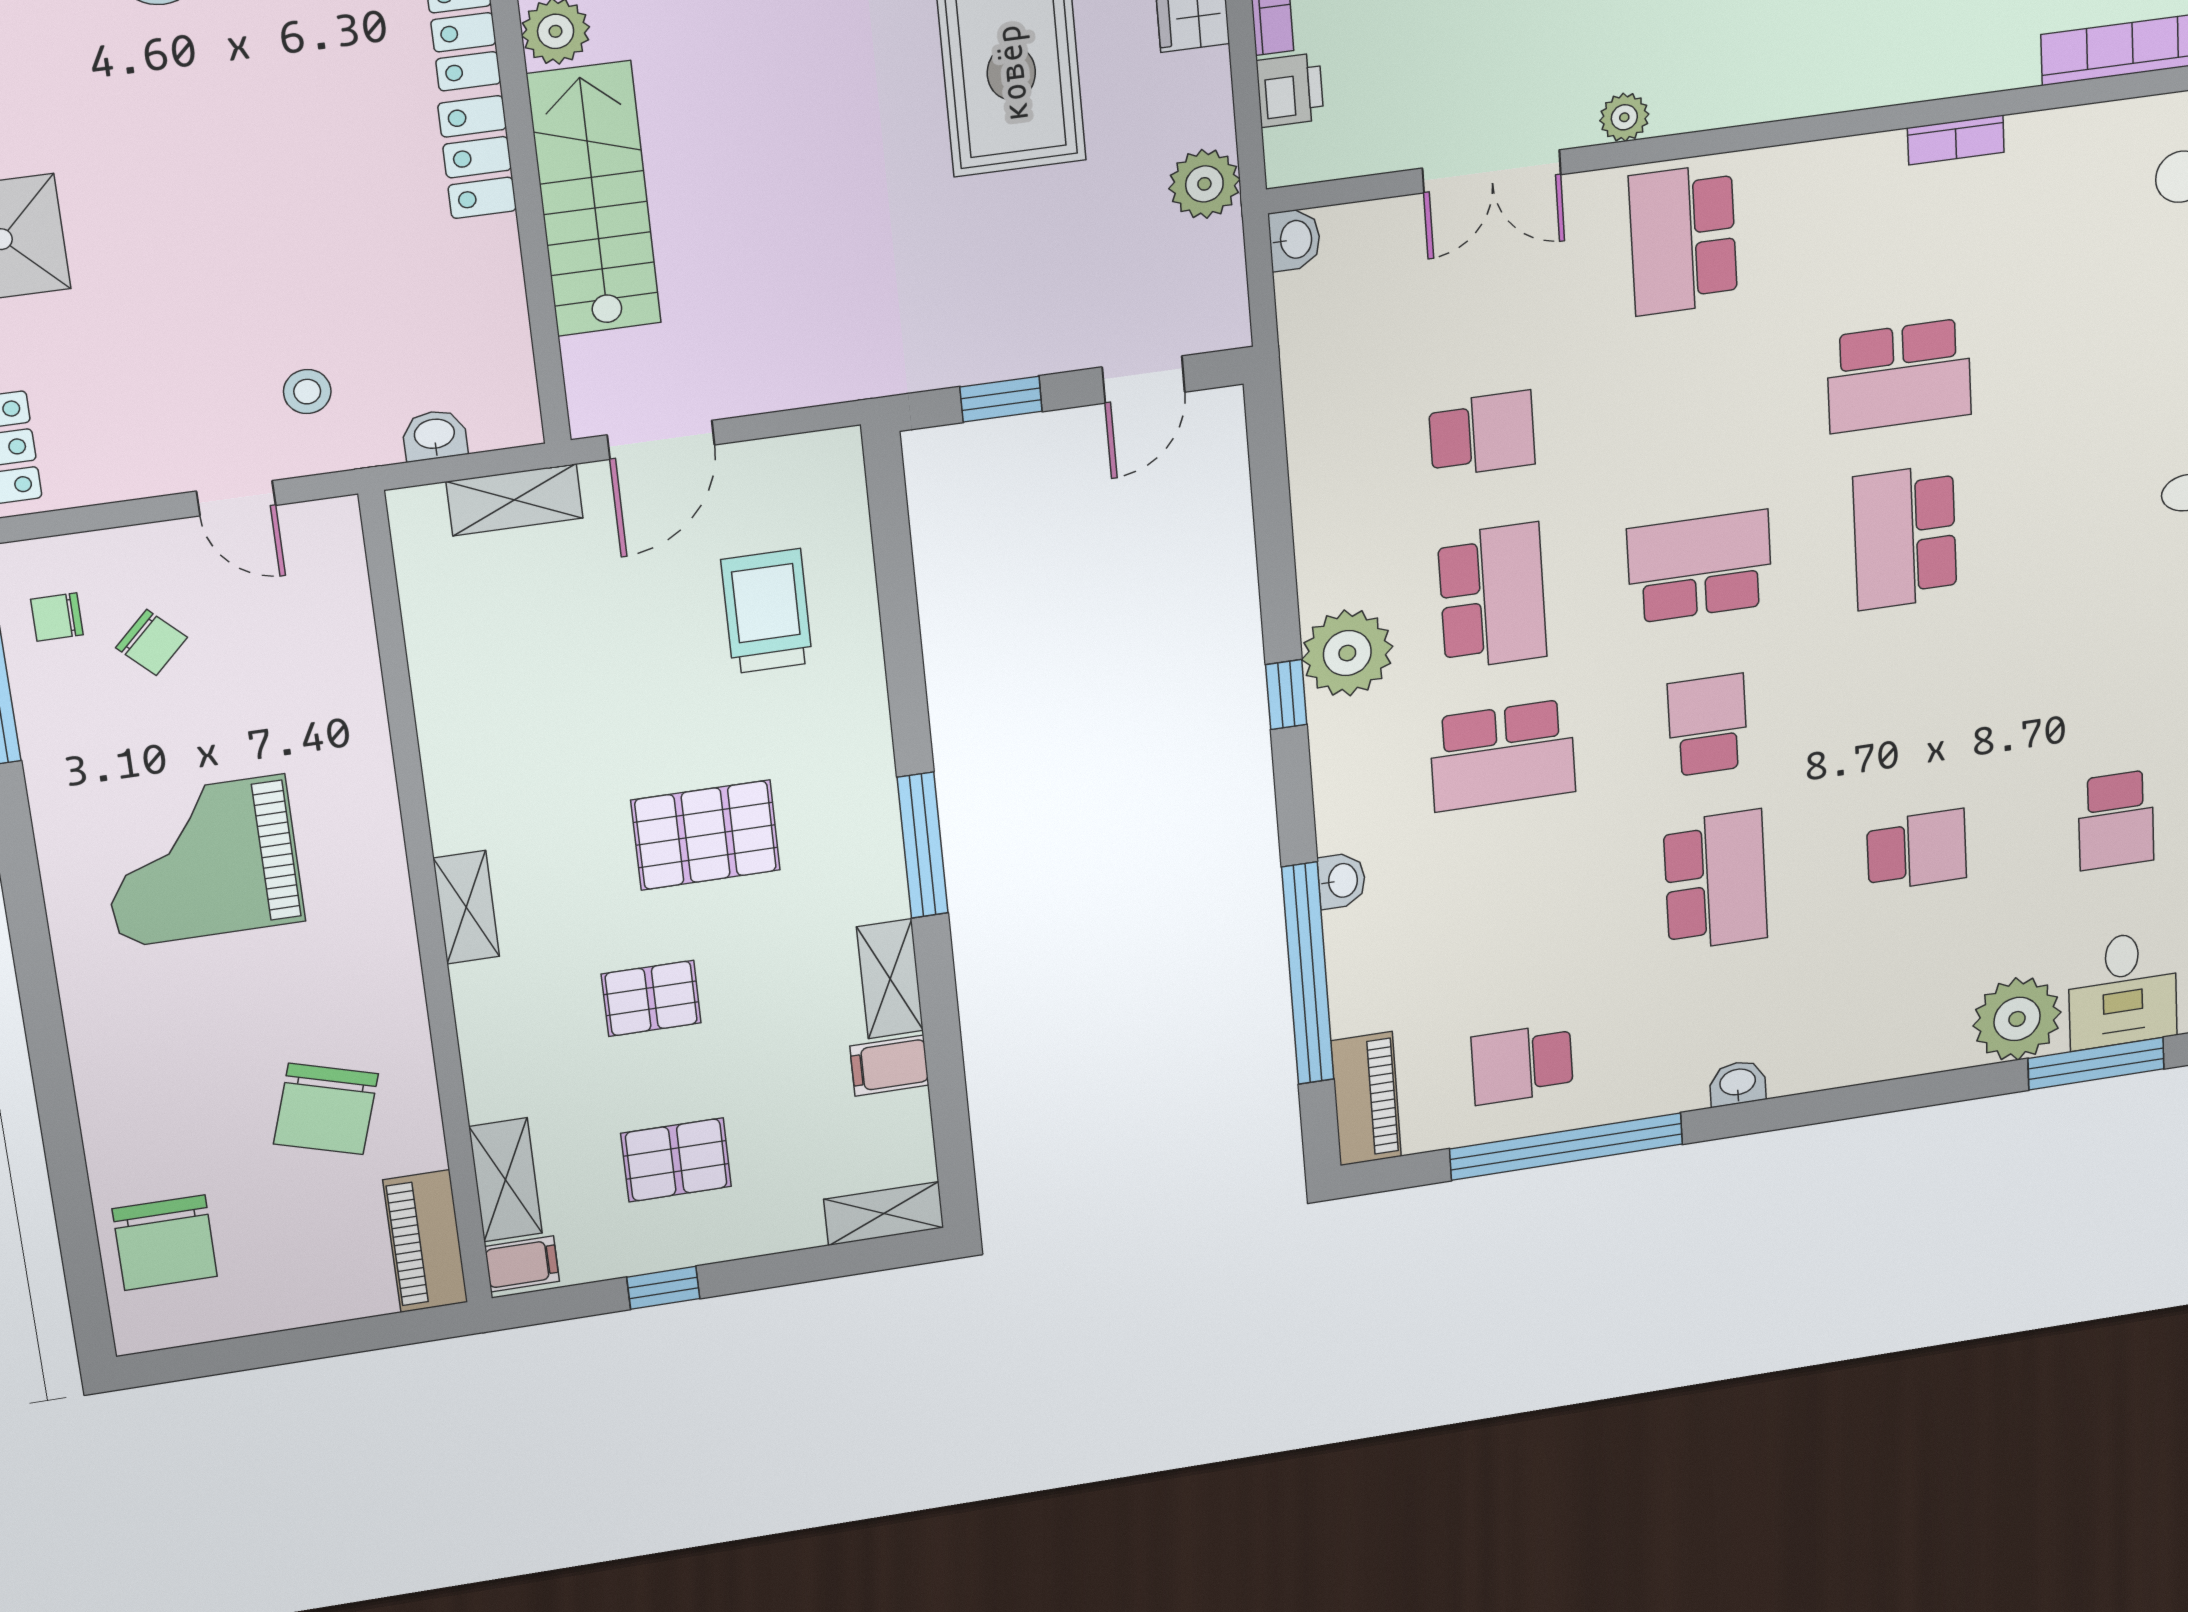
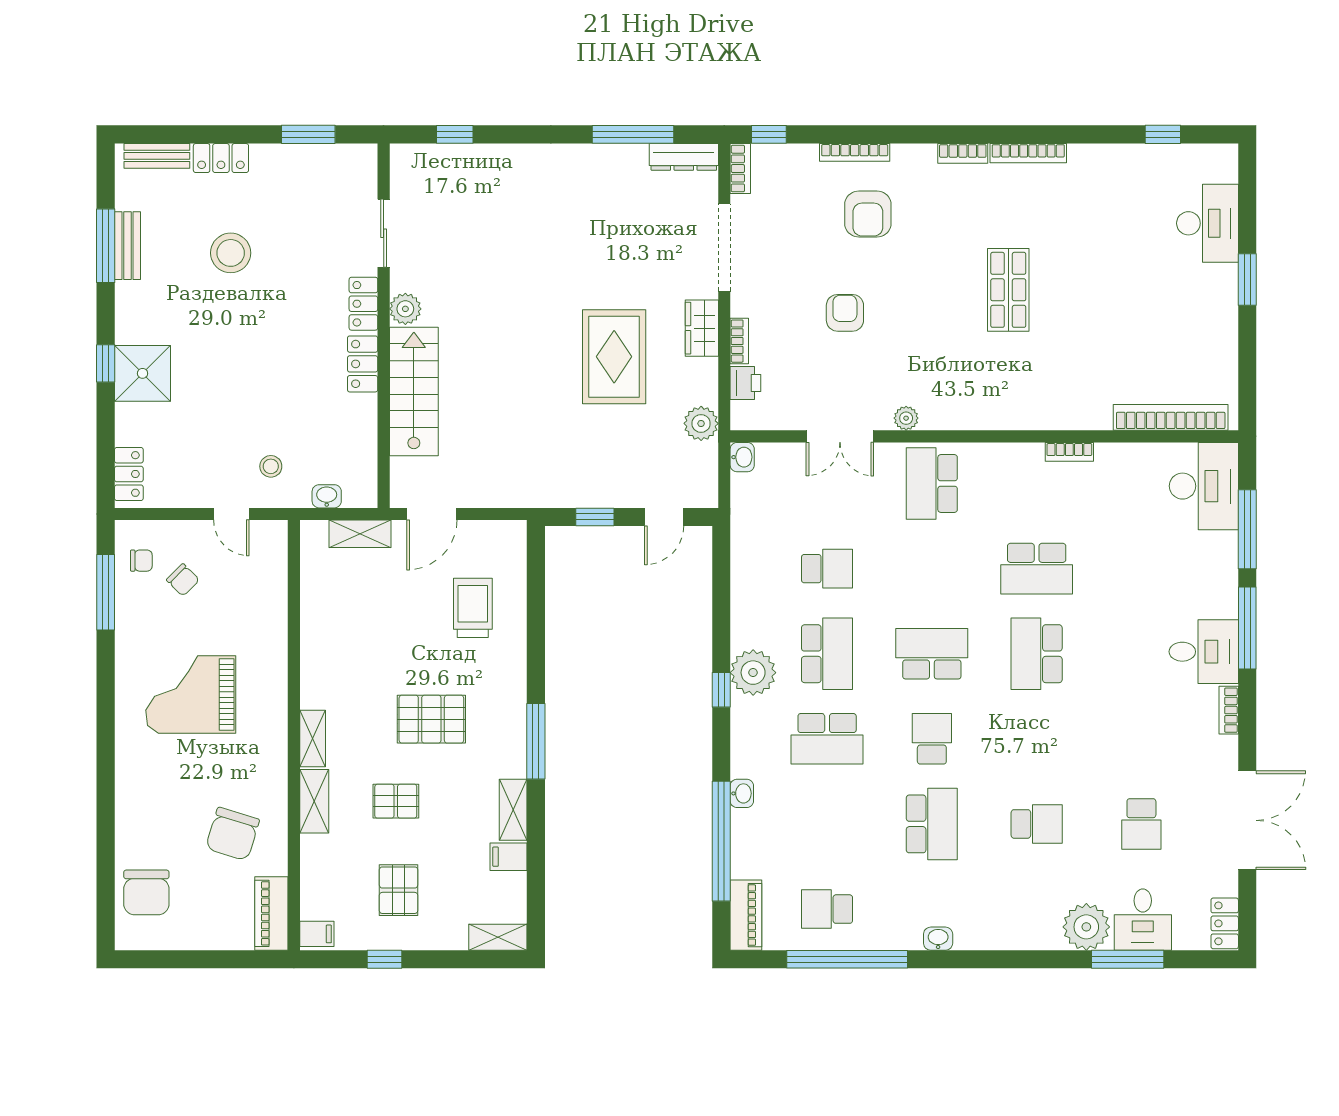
chair: (57, 617) -> (141, 561), turned 180
pallet: (676, 1160) -> (399, 890), turned 90
shelving: (506, 1180) -> (314, 801), moved

